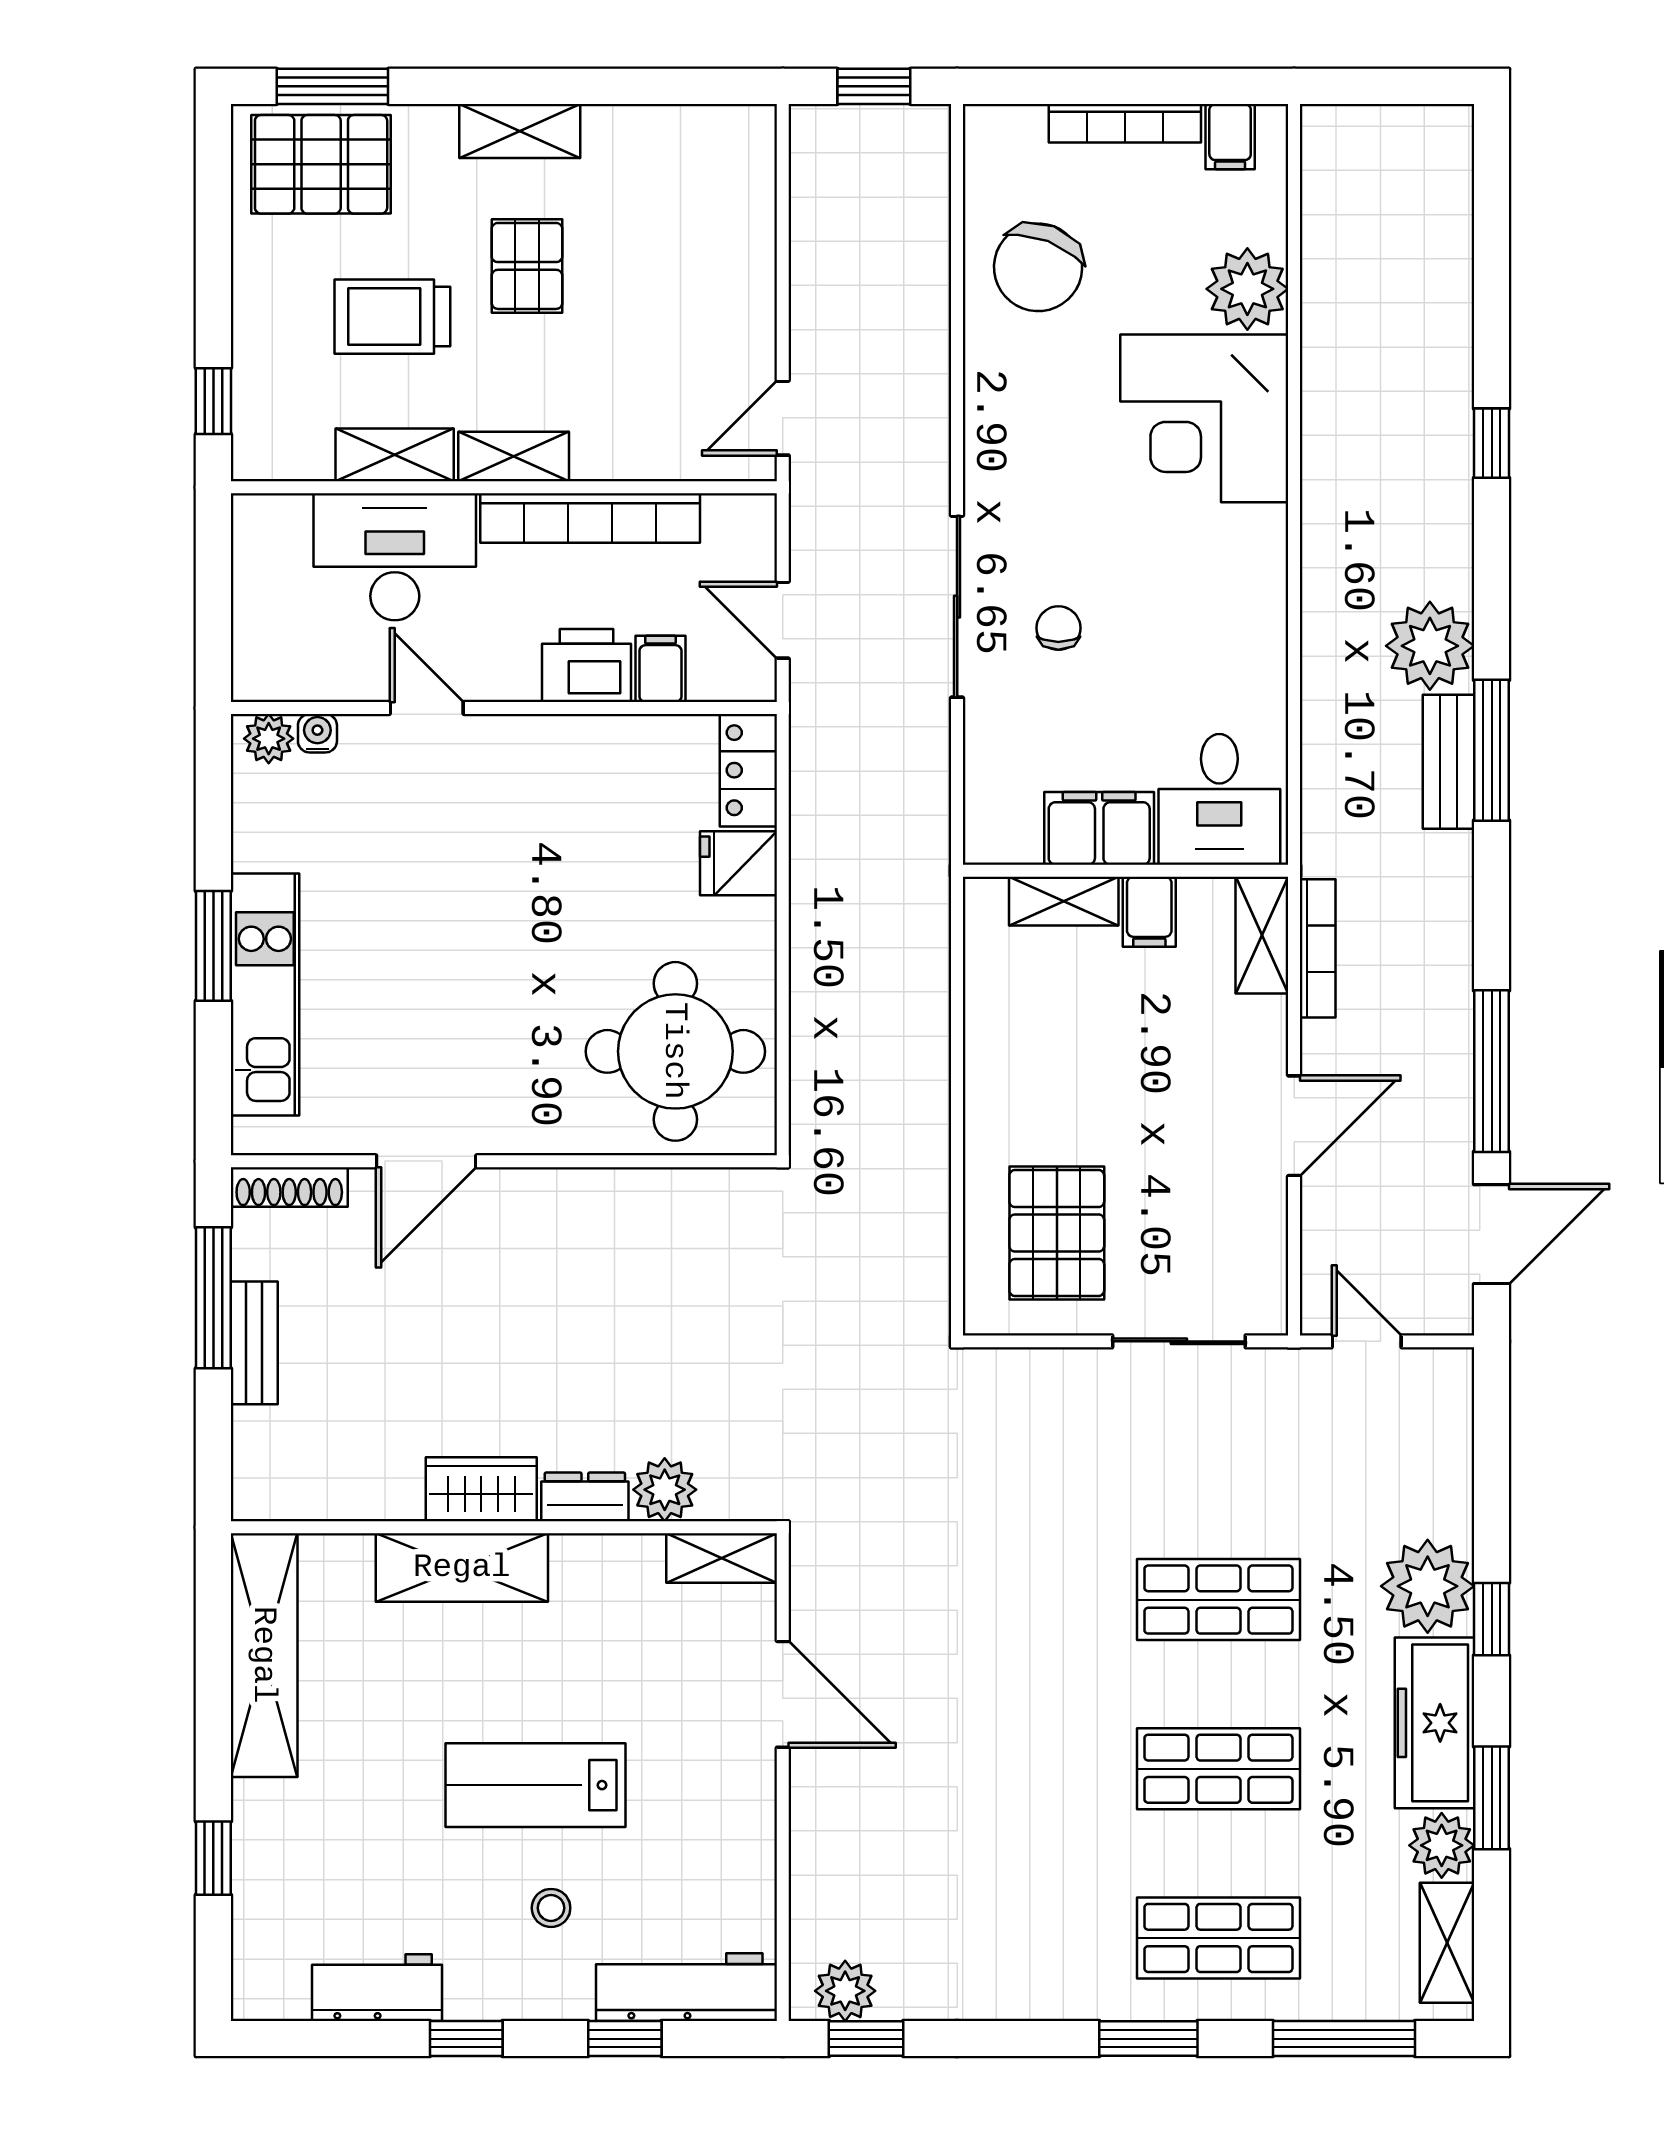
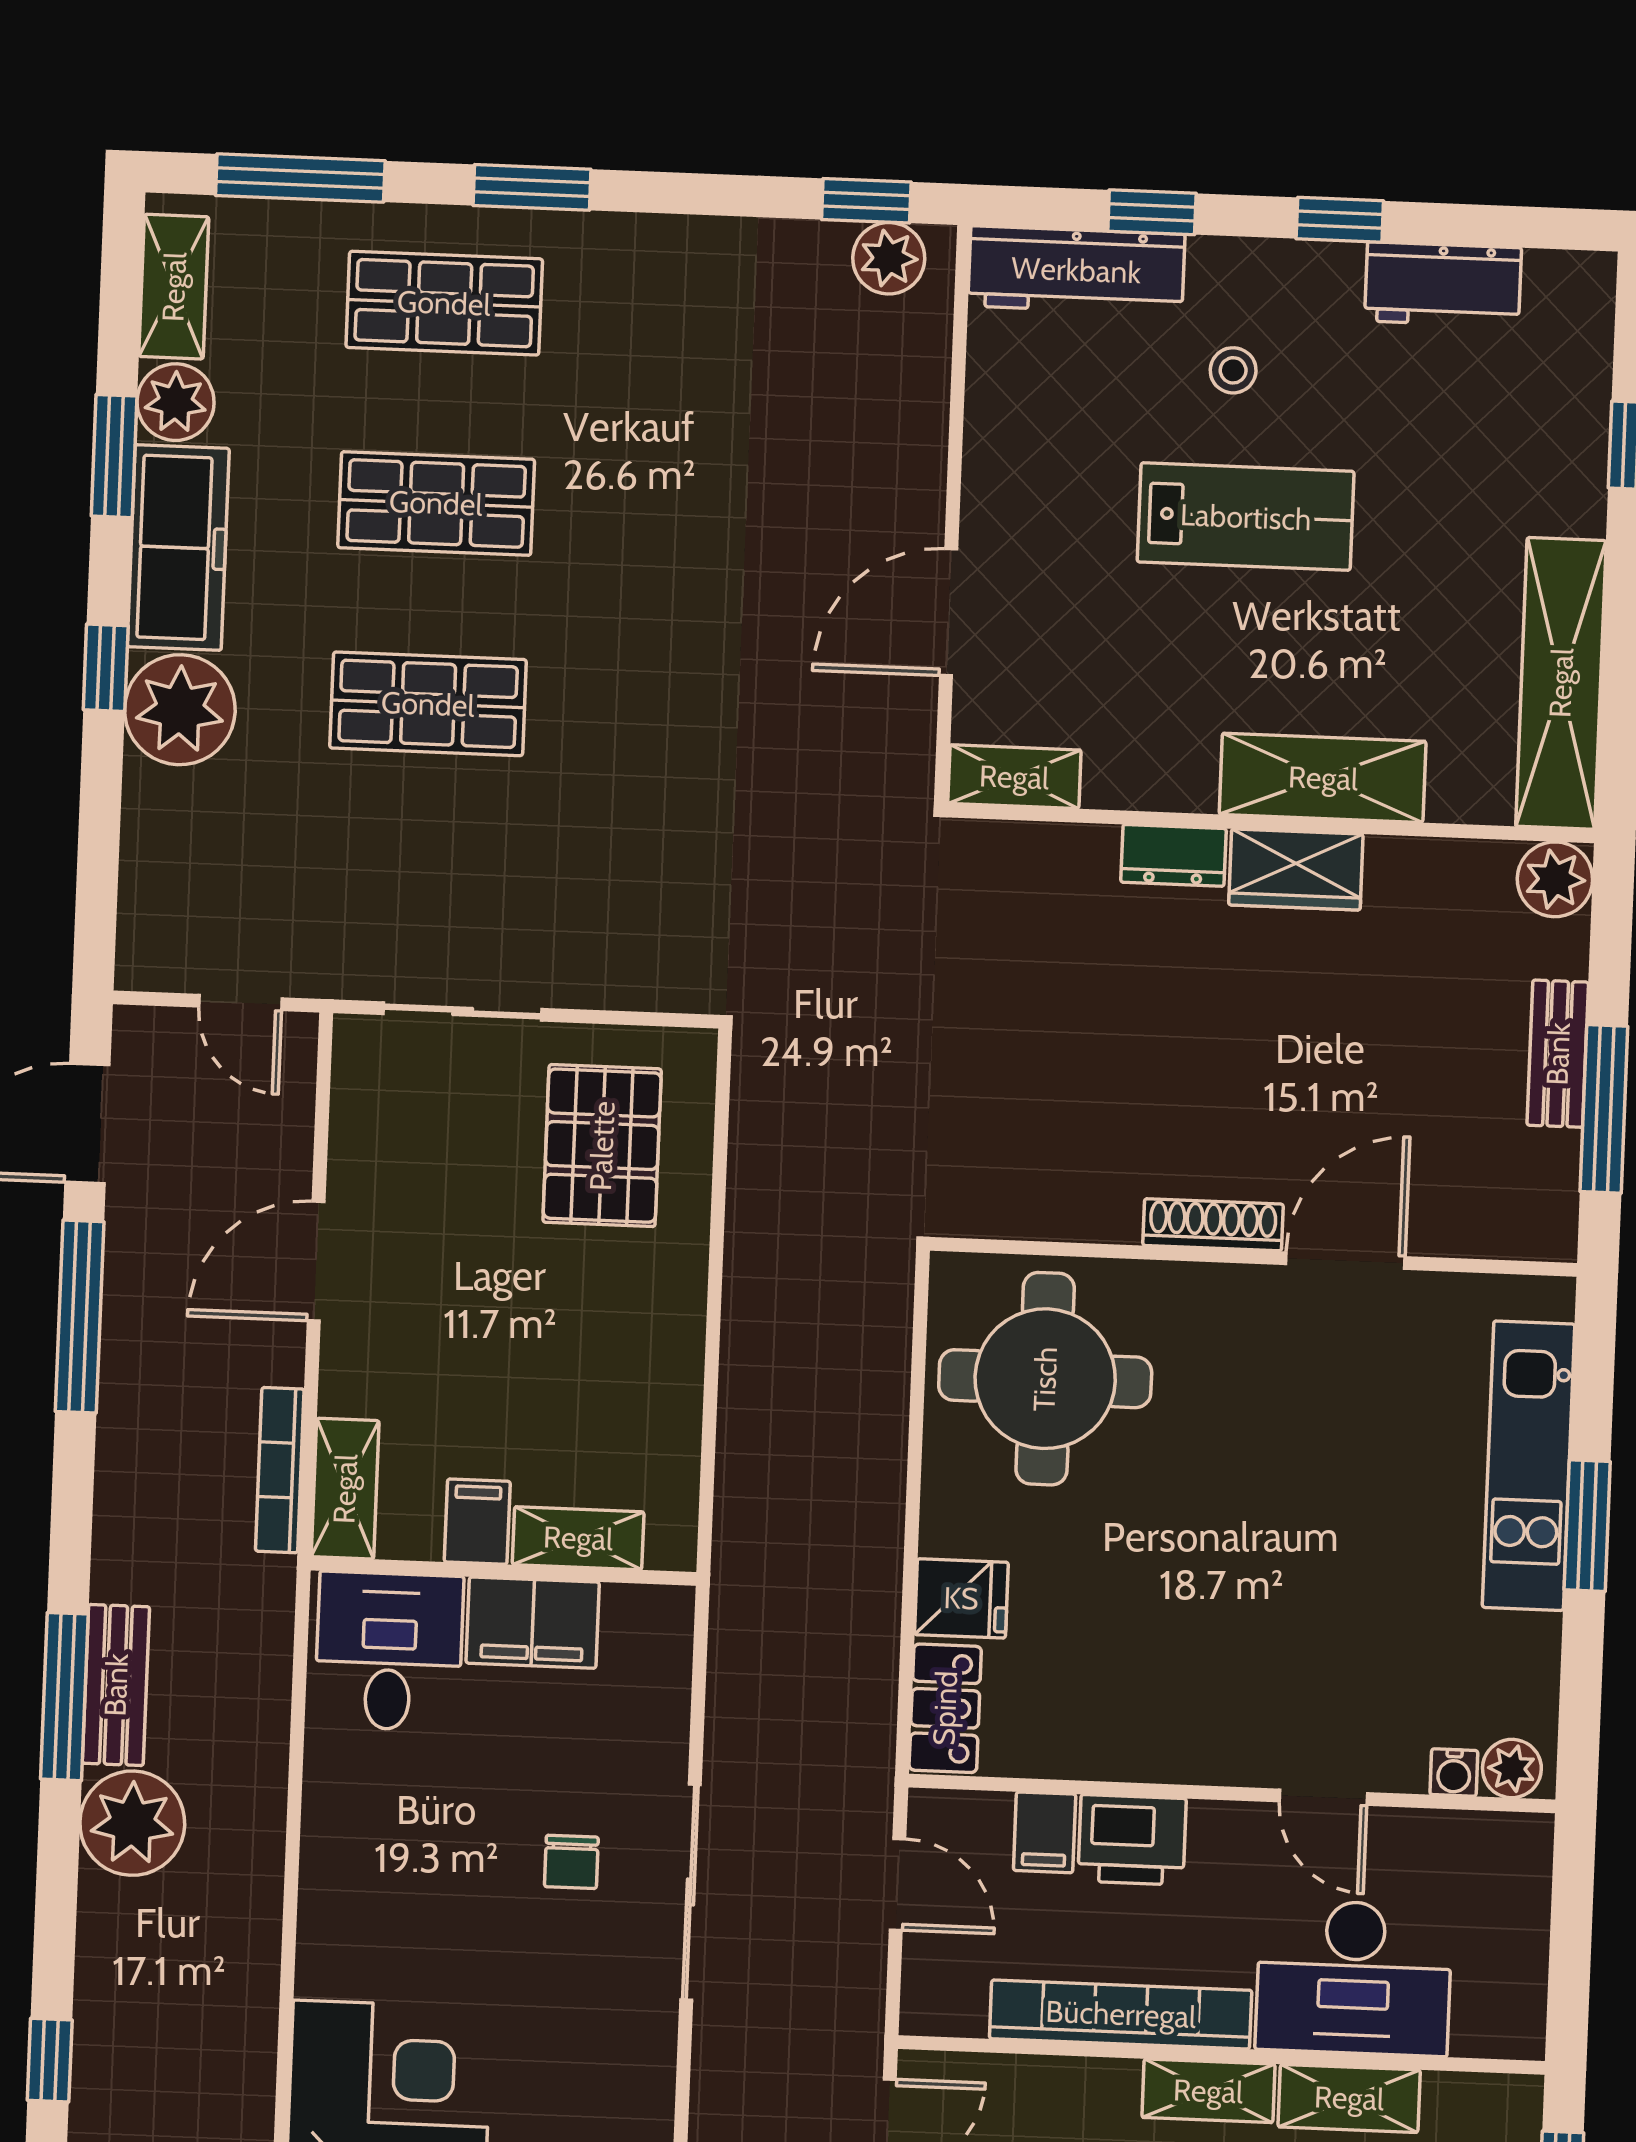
shoe rack: (289, 1187) -> (1213, 1225), moved
plant: (665, 1490) -> (1555, 879), moved
door: (783, 1694) -> (949, 612), hinge flipped

